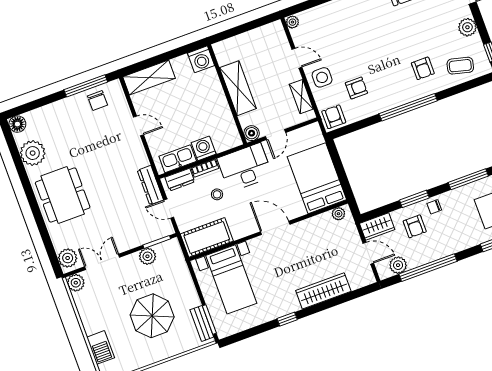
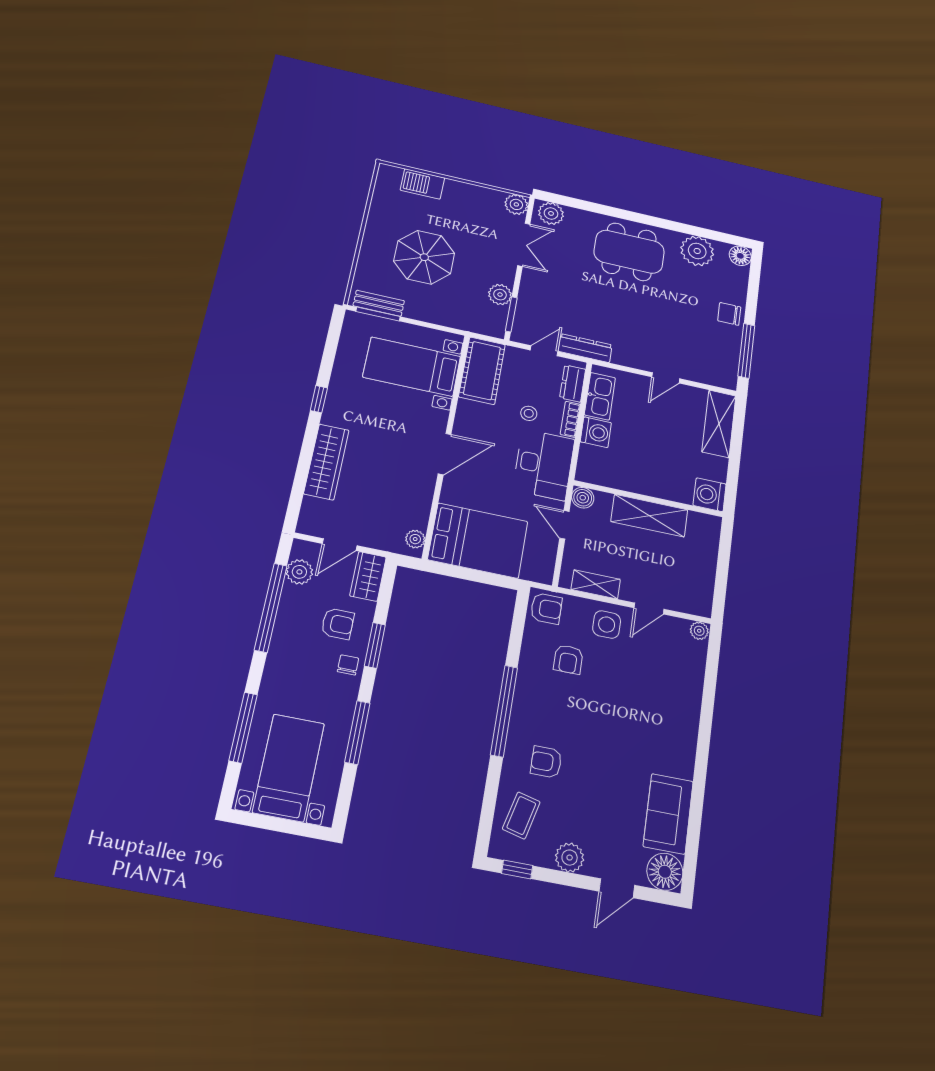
chair: (98, 101) -> (729, 314), moved
armchair: (415, 226) -> (338, 624), turned 180

